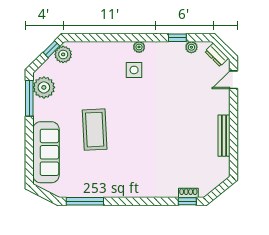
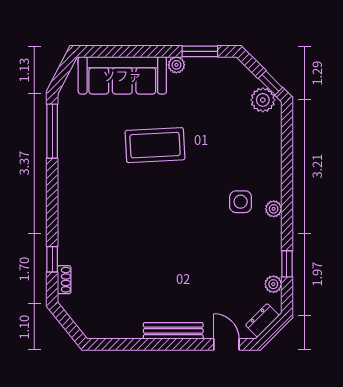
plant: (44, 87) -> (176, 65), moved, width x0.53, depth x0.53
window: (29, 98) -> (200, 51), width x0.69
bench: (224, 136) -> (173, 331), moved
window: (187, 201) -> (52, 259), moved

